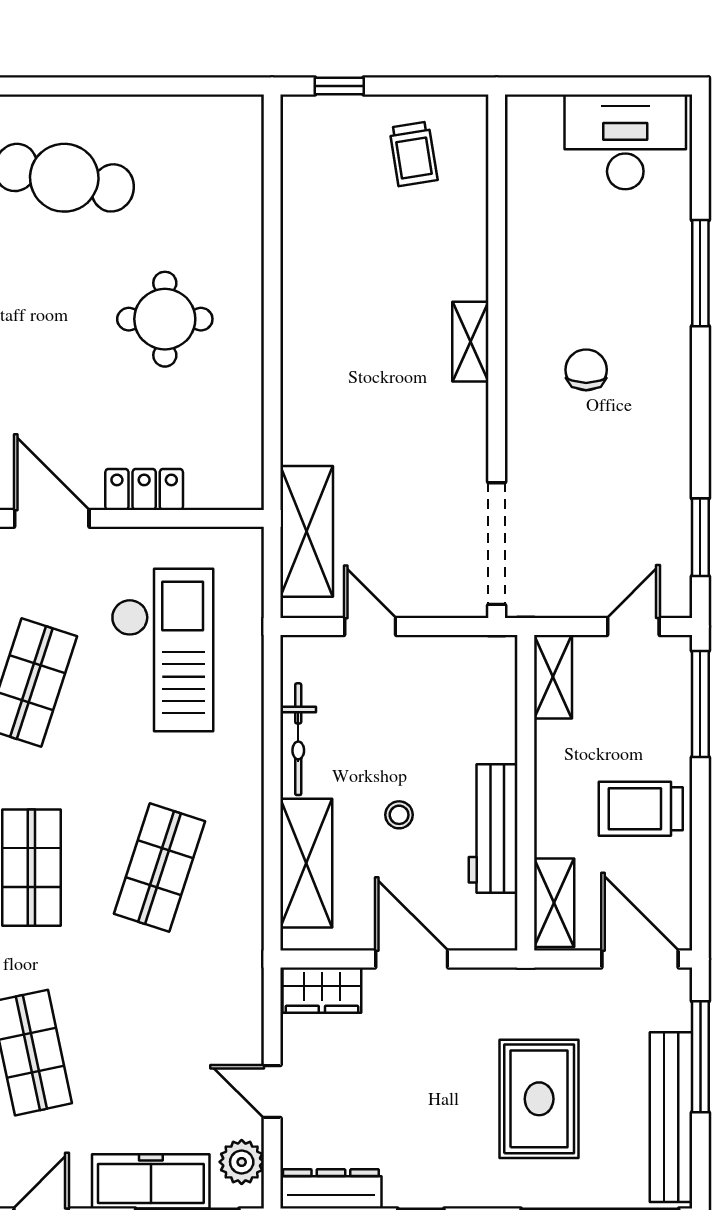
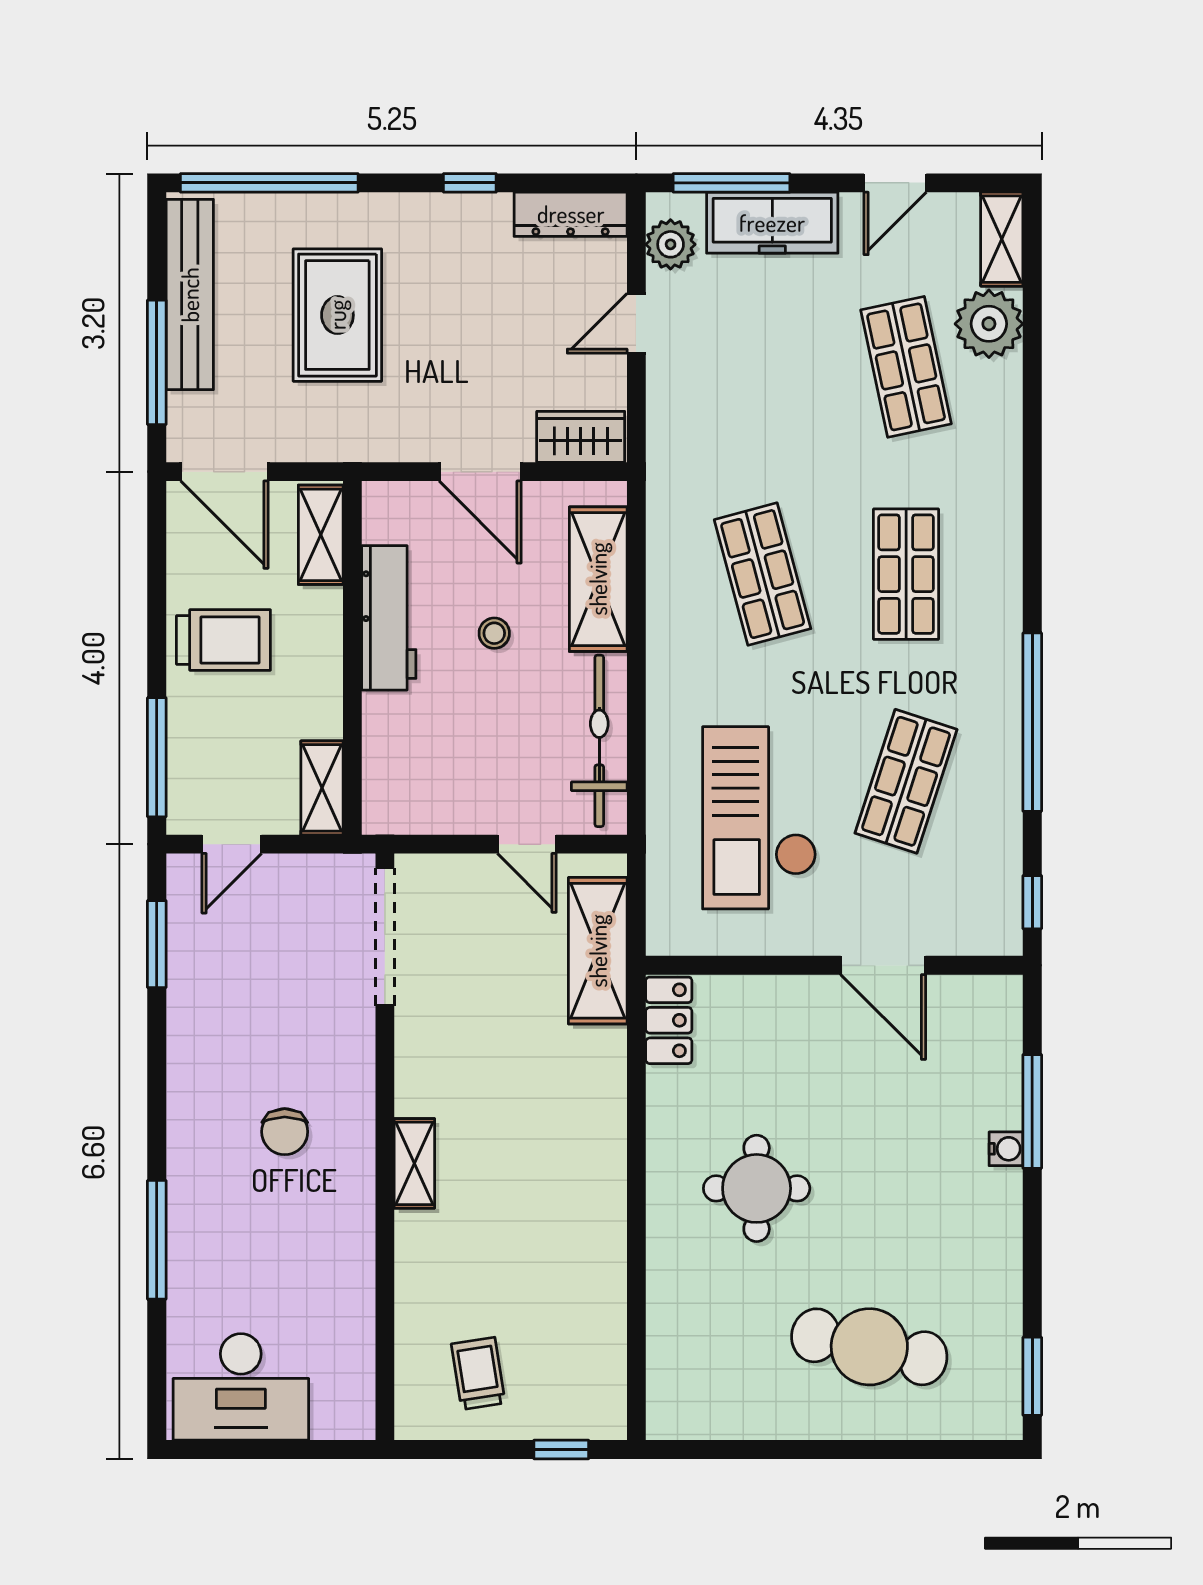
locker: (144, 489) -> (669, 1020), moved, turned -90
bicycle: (298, 739) -> (599, 741), width x1.37, depth x1.40
shop shelf: (159, 868) -> (763, 574), turned -33
door: (272, 1091) -> (636, 323), swing flipped

